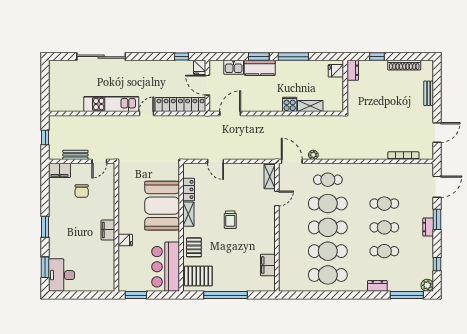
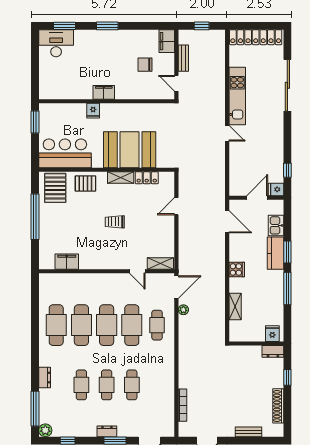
cooker: (290, 104) -> (237, 269), moved
locker: (180, 105) -> (256, 37), moved, turned 90

